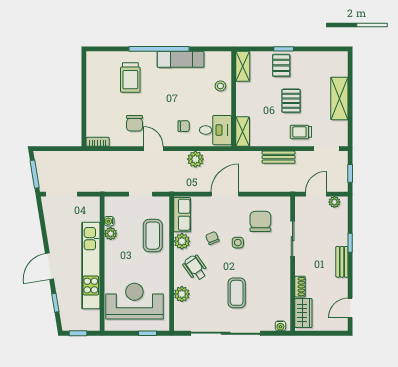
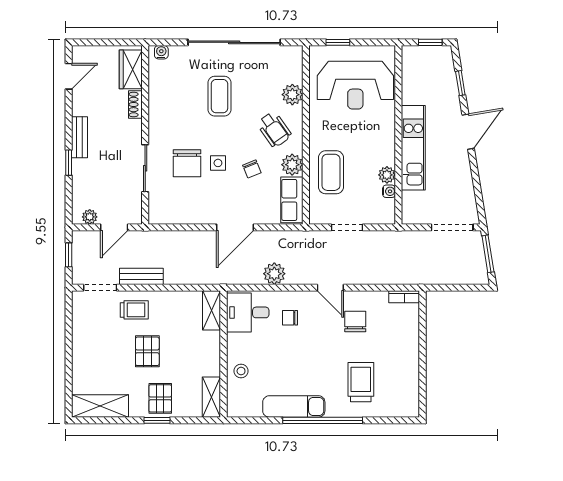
shelving: (339, 98) -> (100, 406), moved, turned 90
bench: (279, 157) -> (141, 276), moved
chair: (260, 221) -> (187, 163), moved
kitchen unit: (91, 266) -> (413, 148), width x0.73

